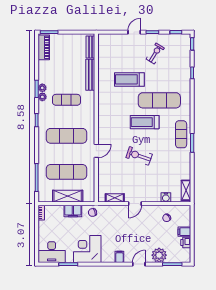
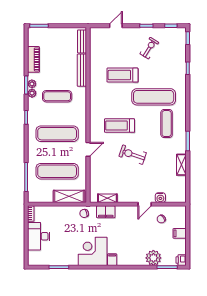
door: (134, 32) -> (116, 26), moved
piano: (44, 47) -> (33, 59), moved
treadmill: (145, 122) -> (119, 126), moved
exercise mat: (181, 134) -> (167, 124), moved
shelving: (186, 190) -> (181, 165), moved
shelving: (68, 196) -> (69, 196), moved
door: (135, 204) -> (145, 204), moved
filing cabinet: (73, 211) -> (106, 212), moved
printer: (186, 243) -> (181, 260), moved
corner desk: (87, 249) -> (93, 251), moved
desk: (52, 252) -> (39, 236), moved, turned 90
door: (139, 264) -> (132, 267), removed

